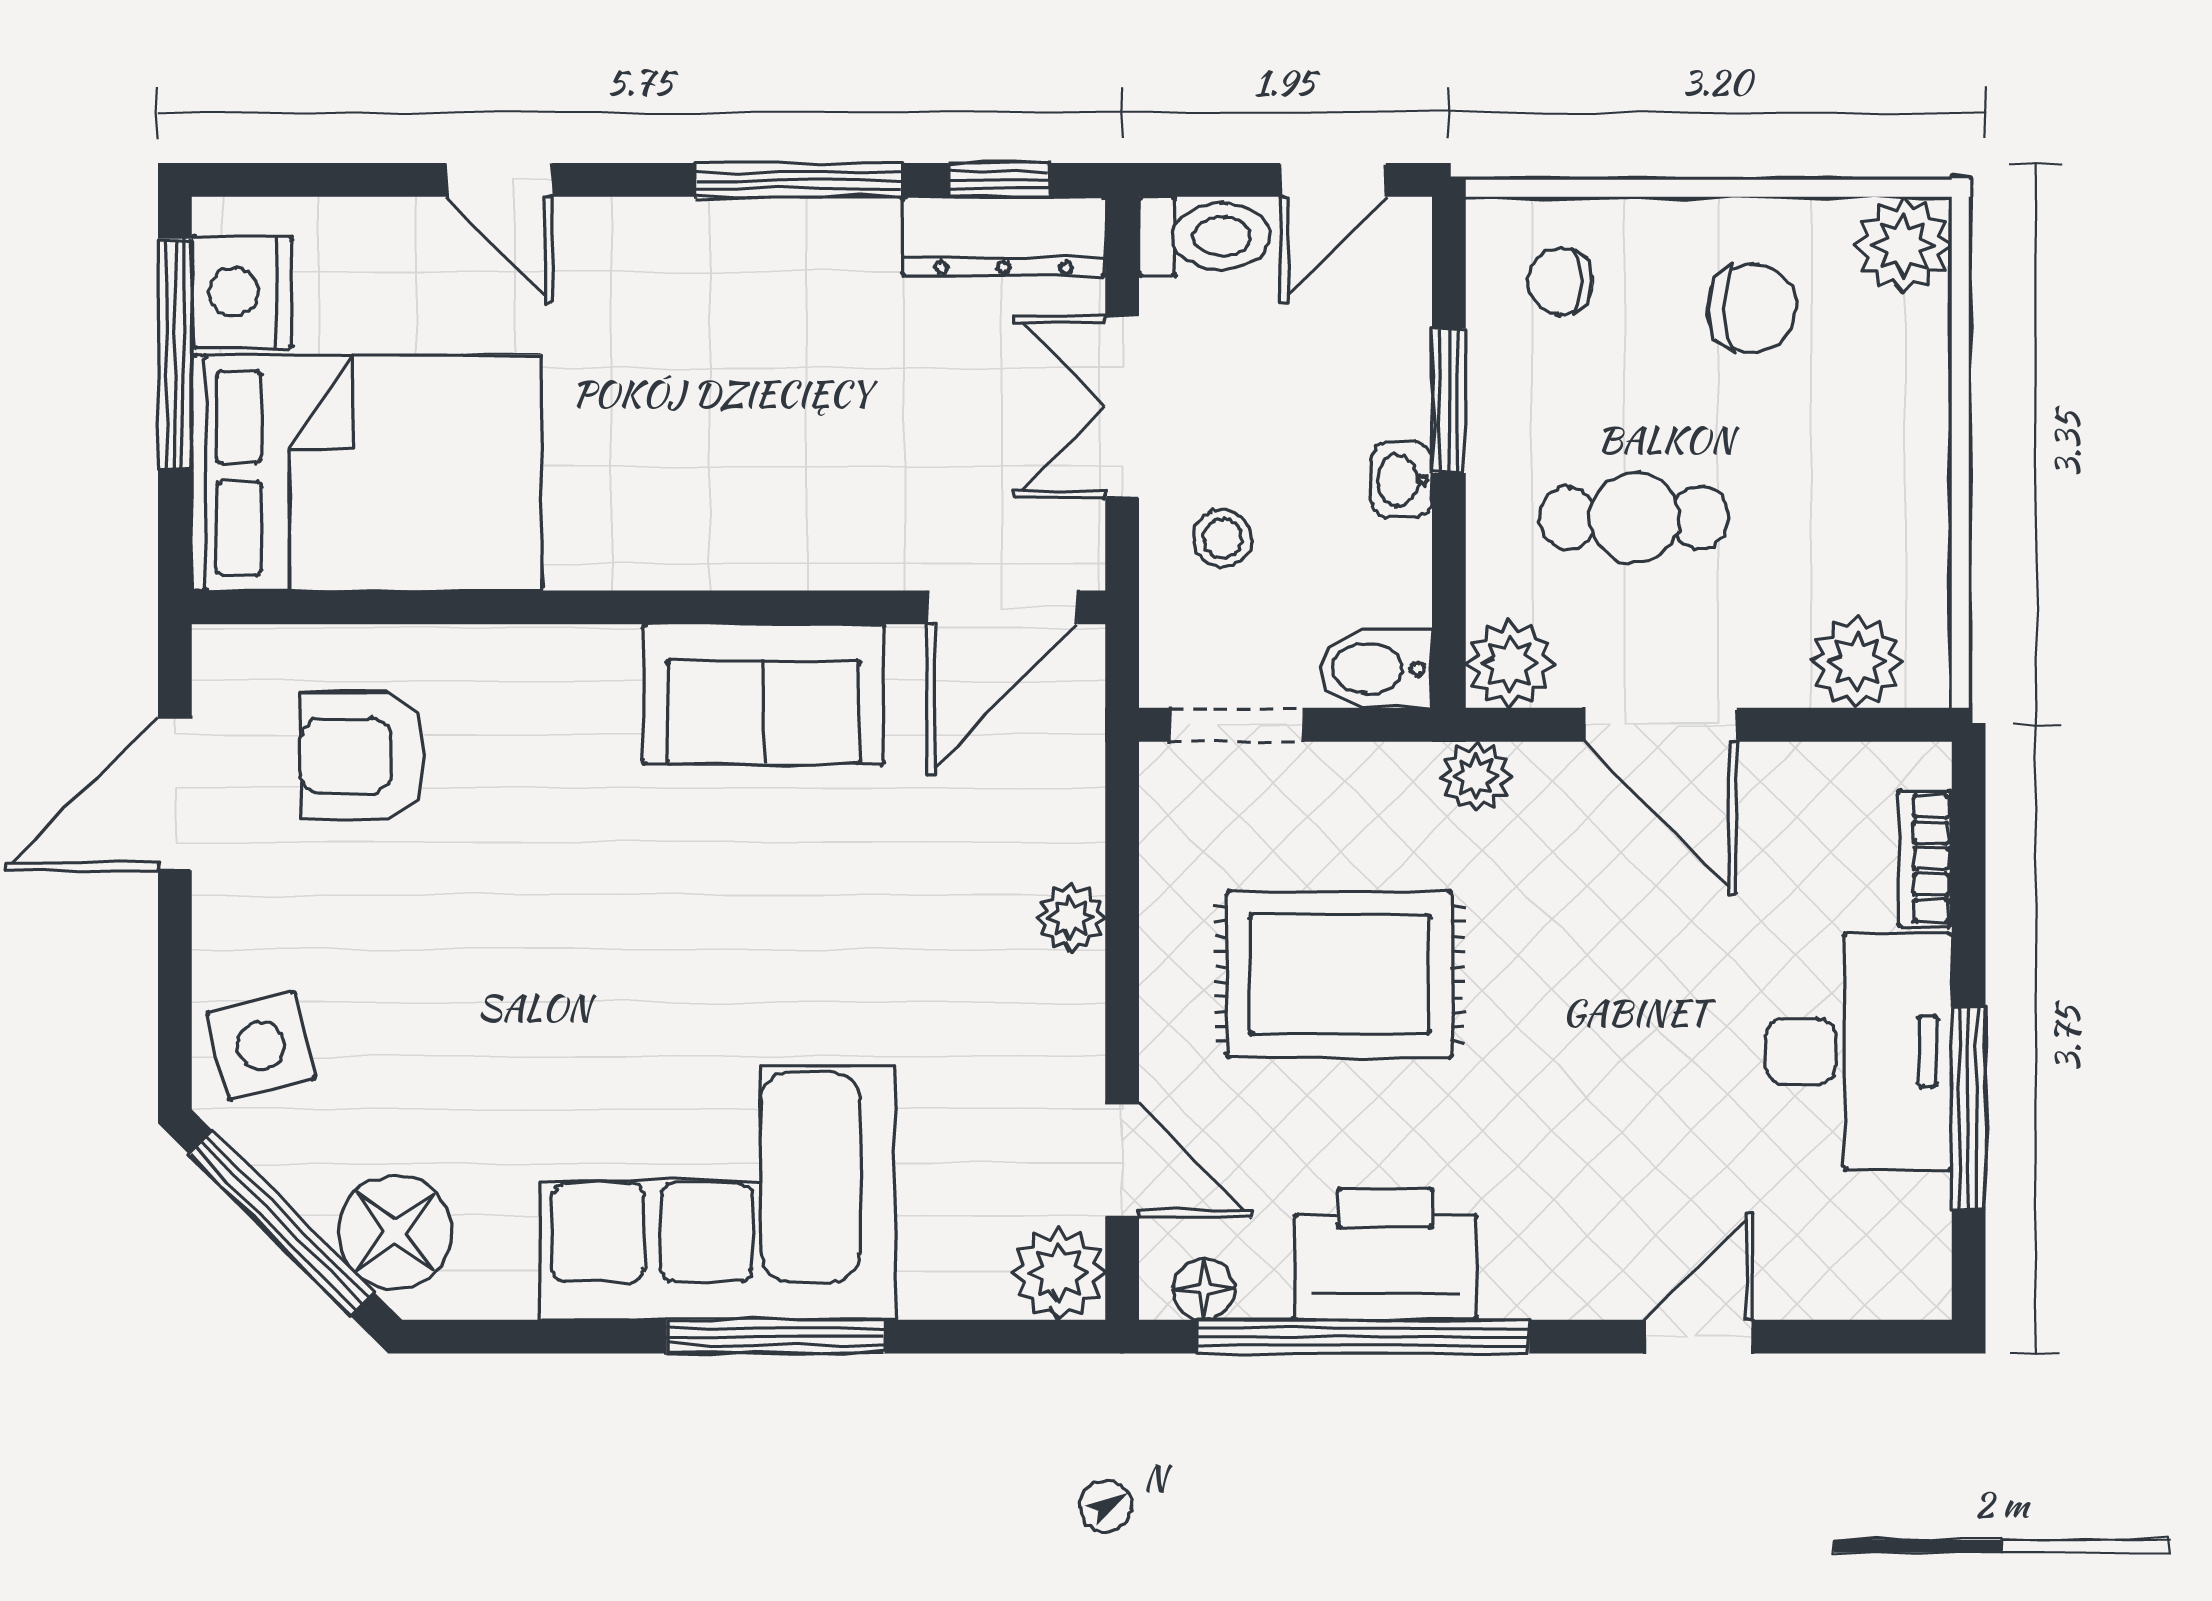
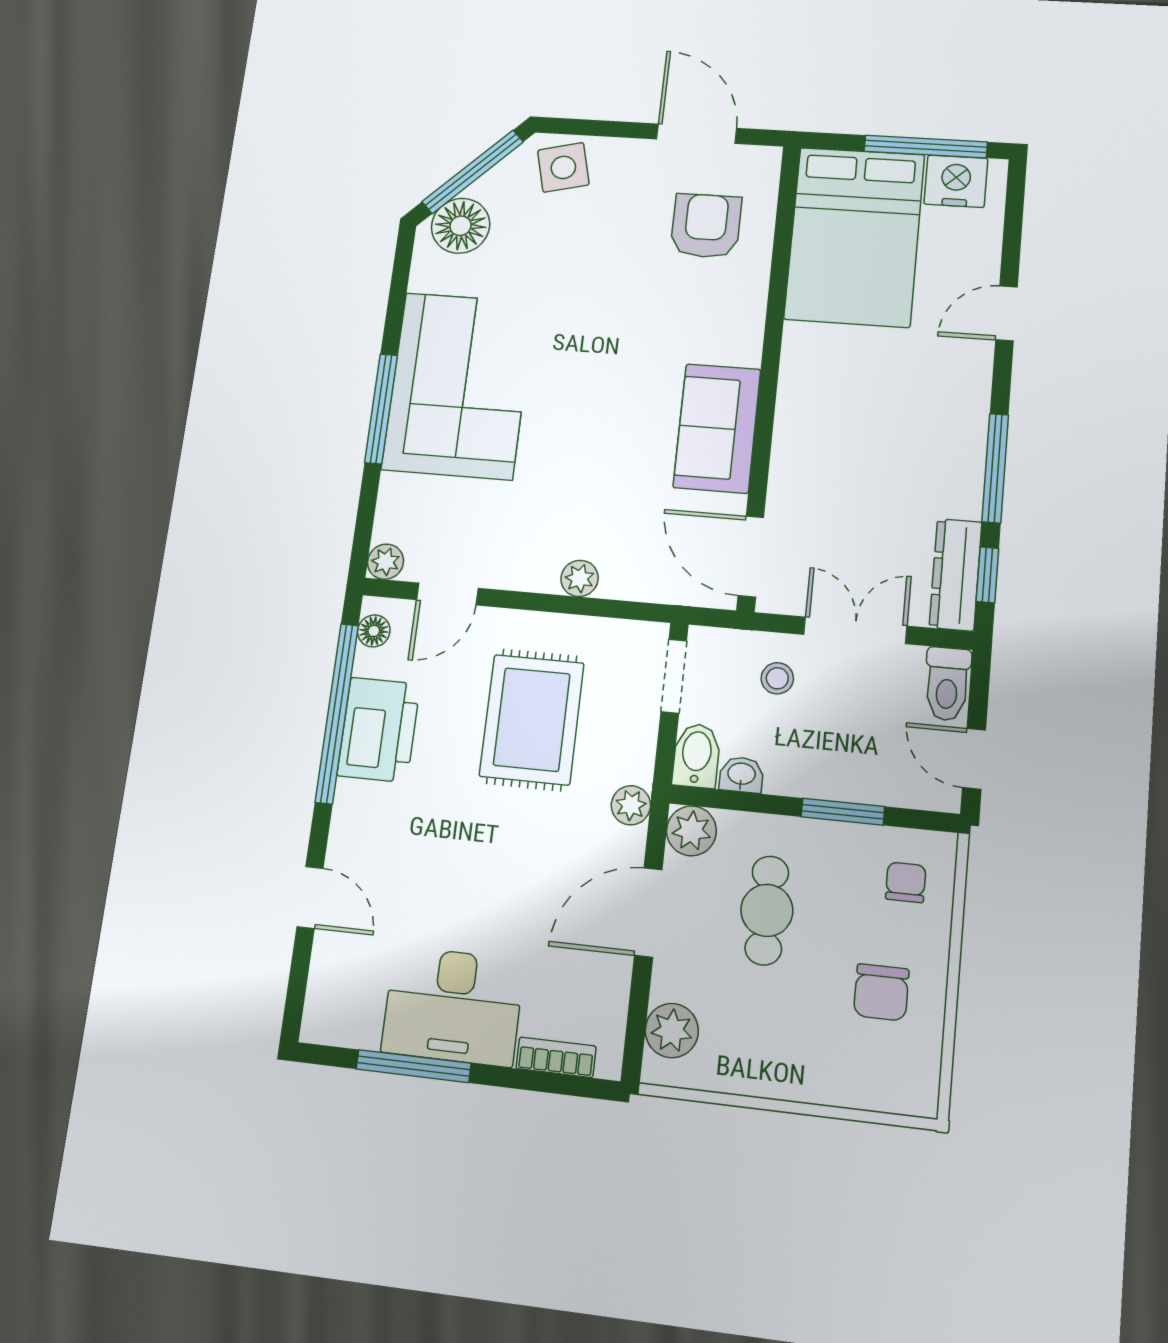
plant: (1904, 246) -> (911, 1087), removed
washbasin: (1402, 480) -> (741, 775), moved
plant: (1059, 1273) -> (386, 562), width x0.73, depth x0.73

